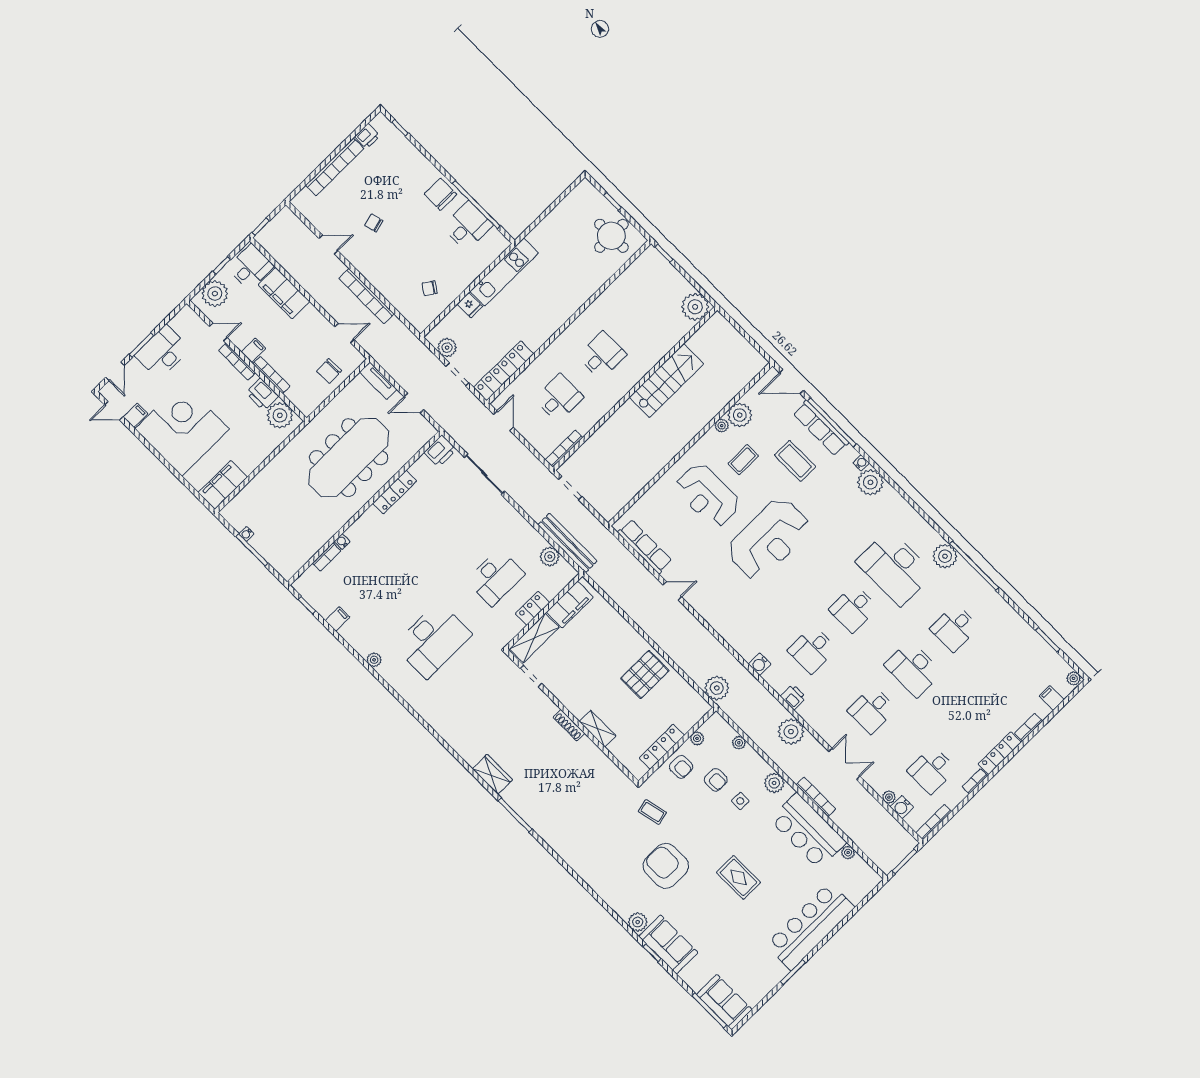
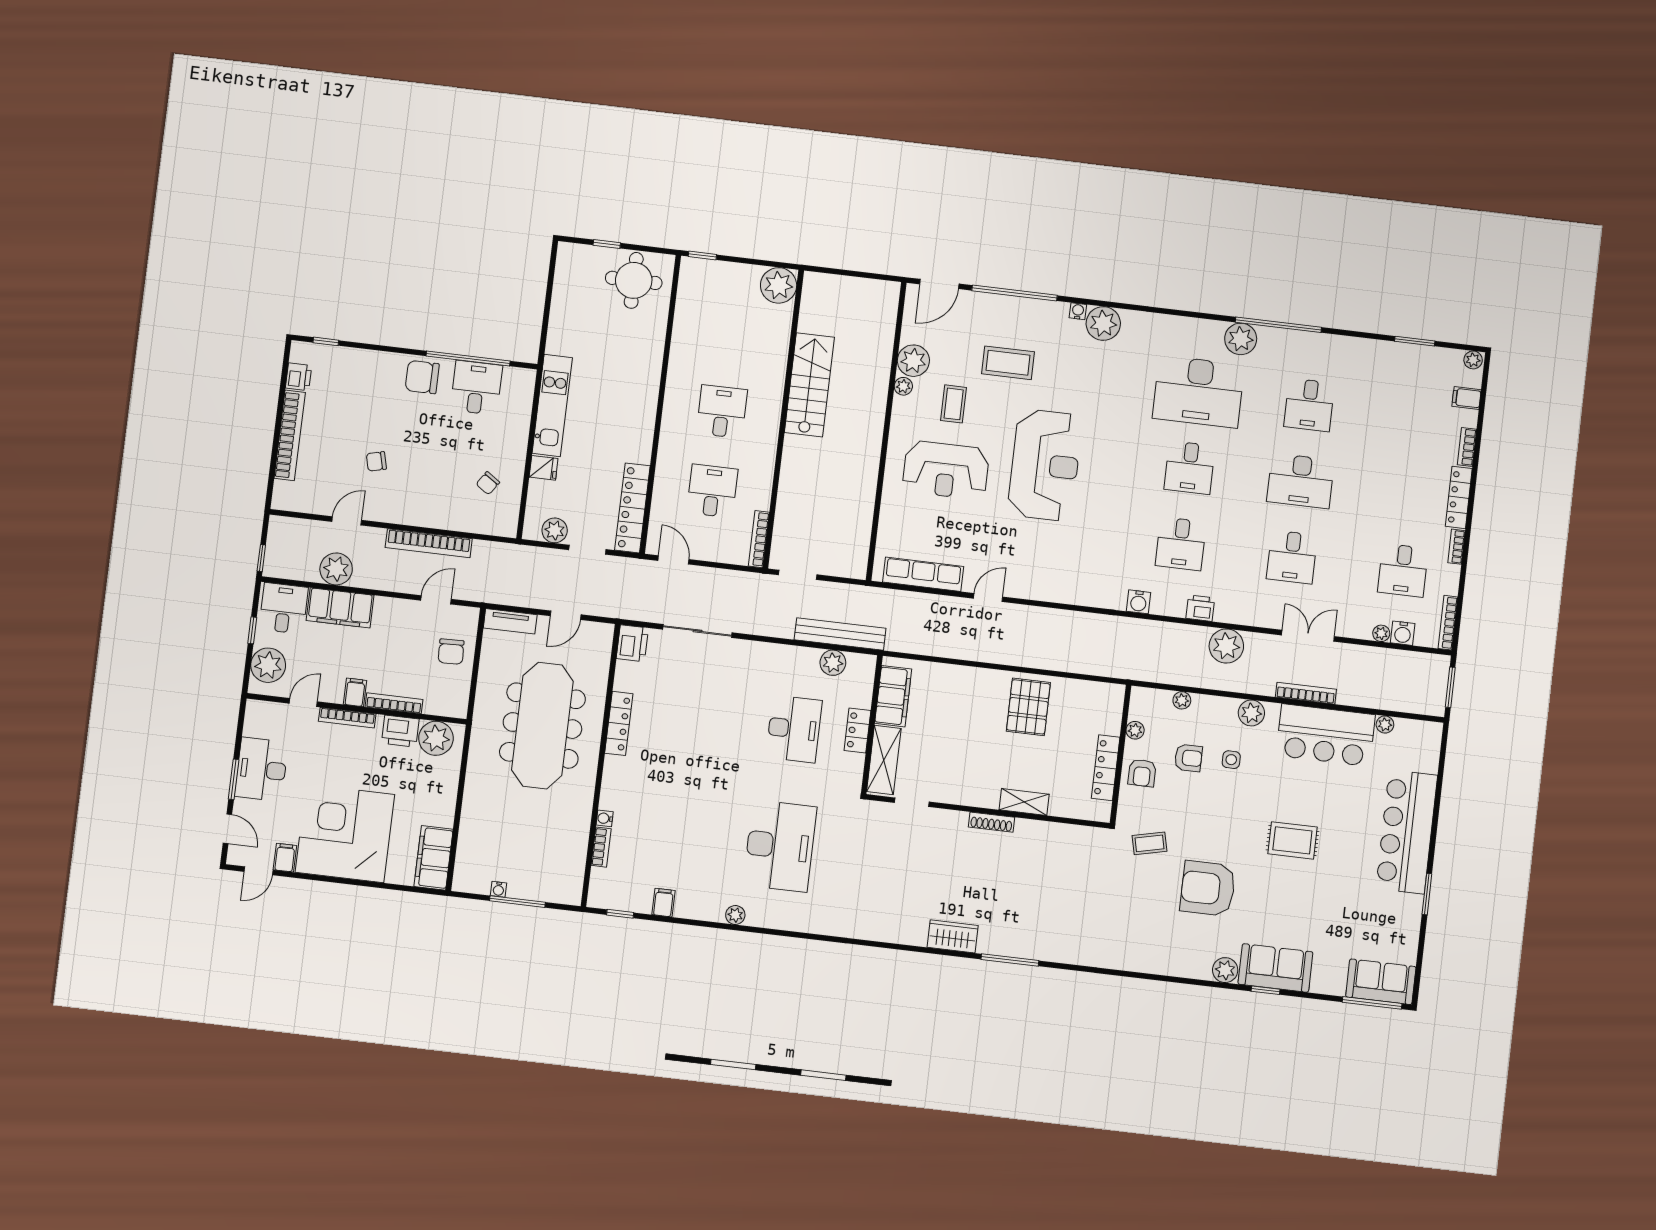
row of seats: (821, 428) -> (1008, 308), removed
plant: (717, 688) -> (336, 569), moved
armchair: (681, 767) -> (1142, 773), turned 90

